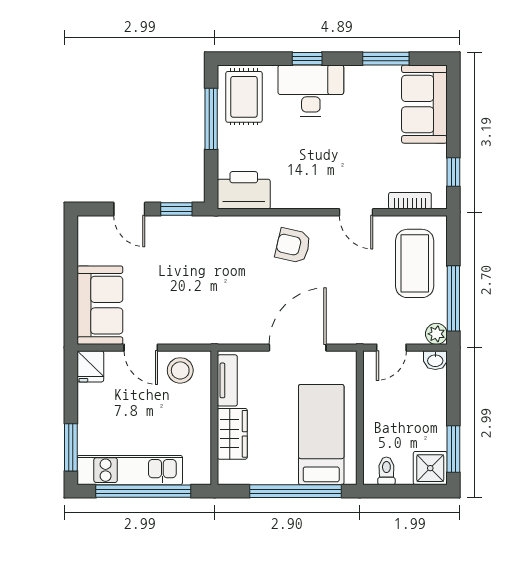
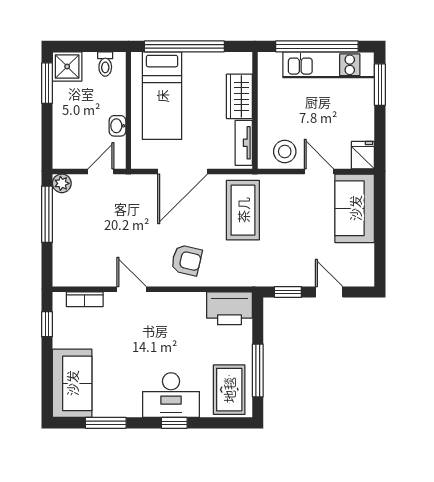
coffee table: (415, 263) -> (243, 210), moved
washbasin: (435, 360) -> (117, 126), moved, turned -90

